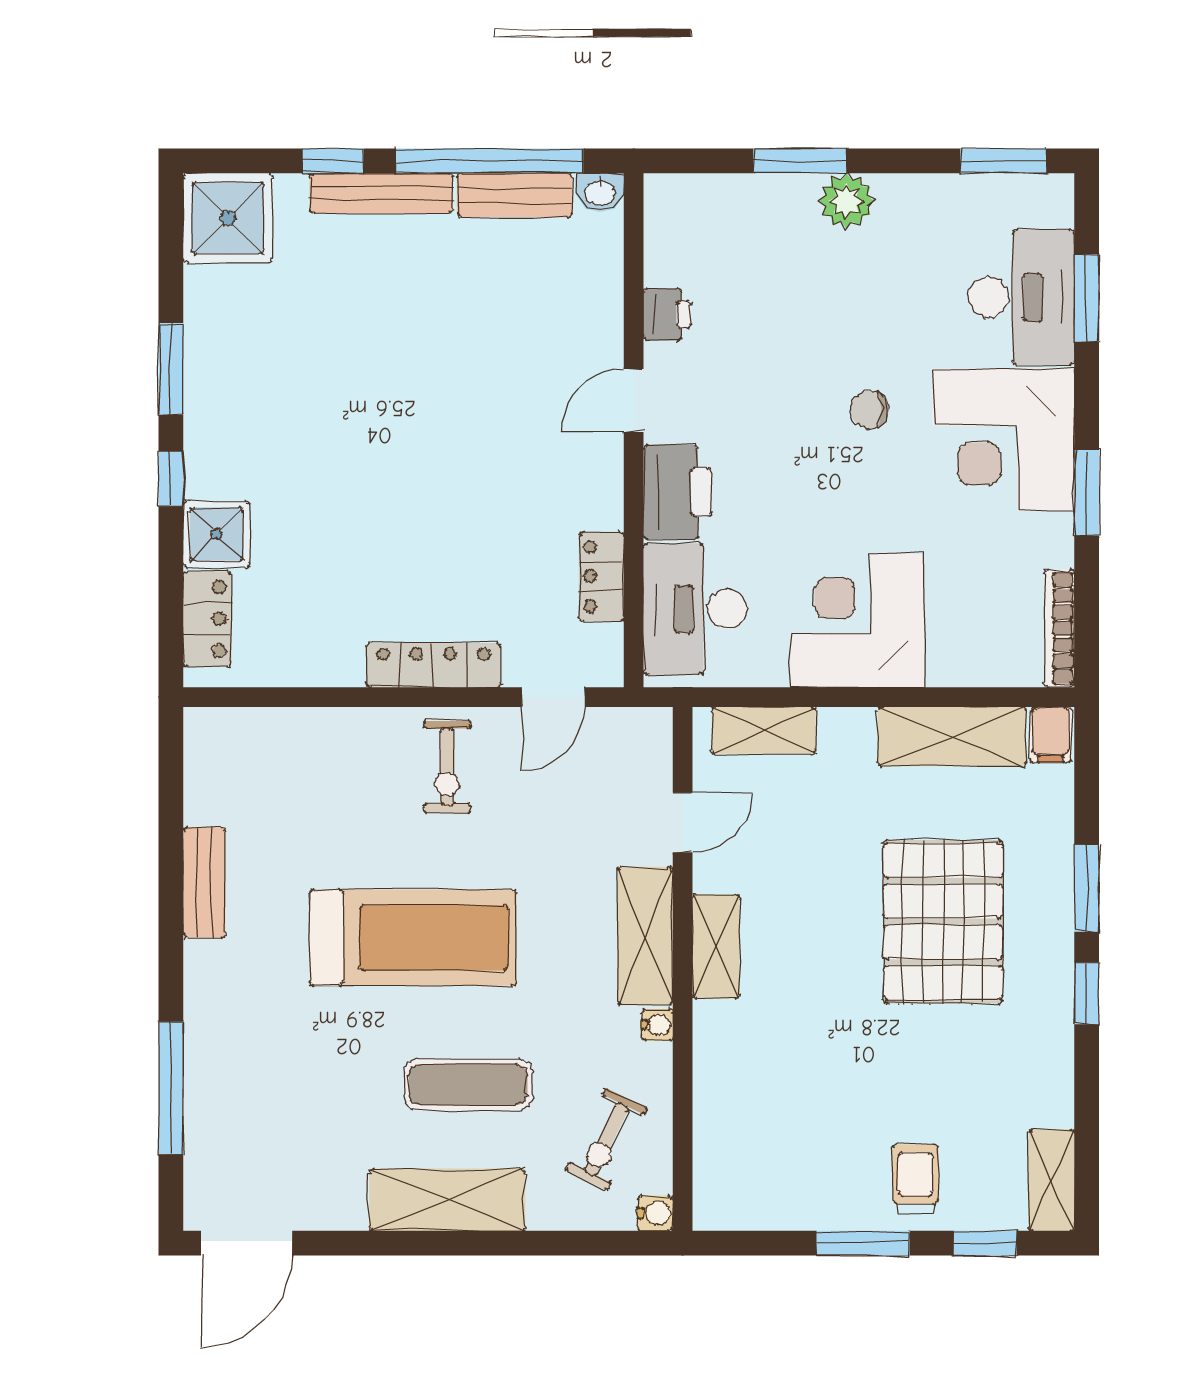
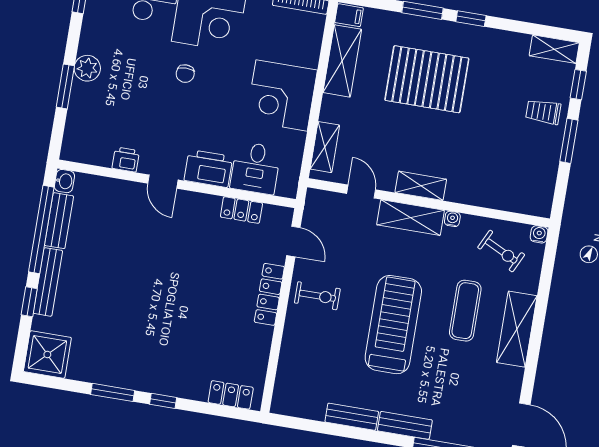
shower: (216, 534) -> (192, 384), removed
desk: (695, 609) -> (255, 168), width x0.73
bench: (205, 997) -> (405, 425), added

